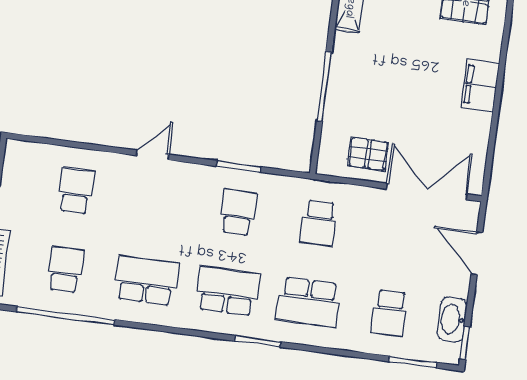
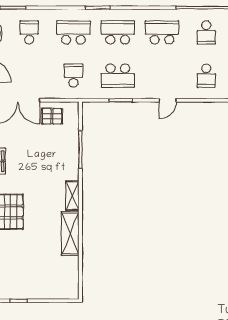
school desk: (238, 212) -> (118, 76), width x1.85
school desk: (146, 280) -> (162, 32), turned 180
school desk: (227, 291) -> (118, 32), turned 180

